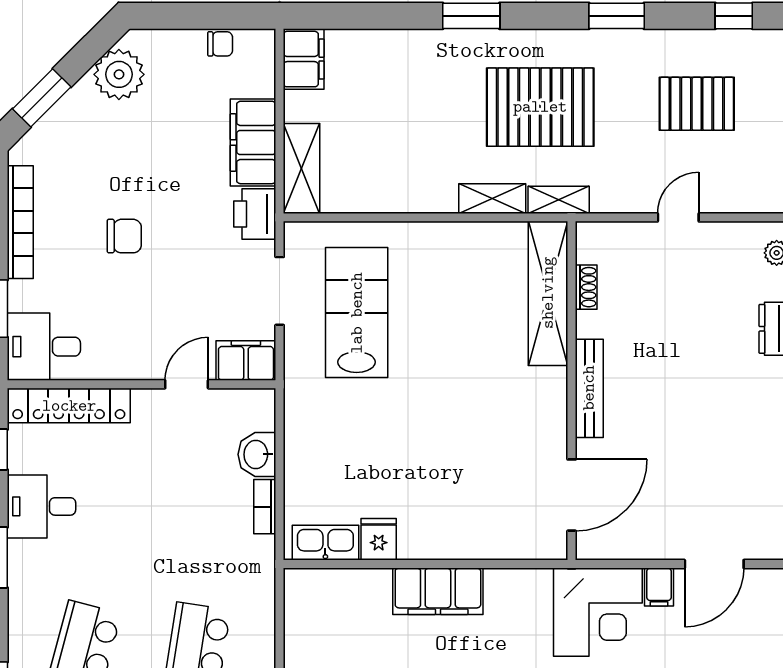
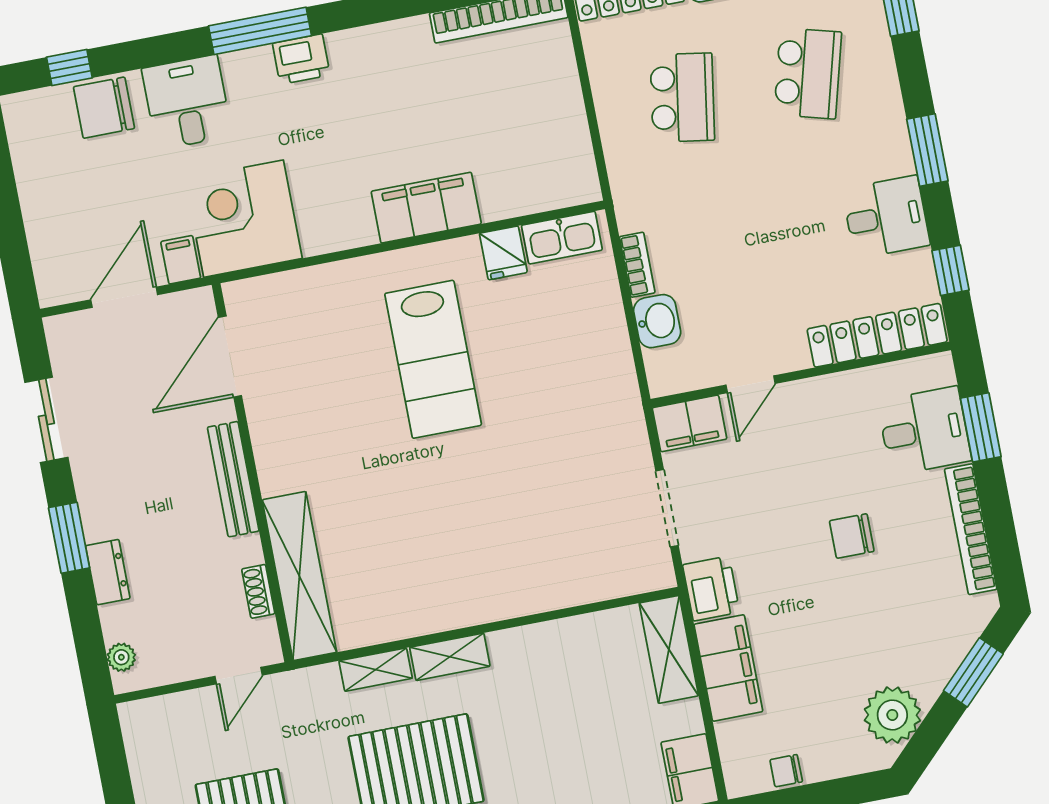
shoe rack: (586, 287) -> (258, 591), moved
shelving: (548, 293) -> (299, 576), moved
lab bench: (357, 313) -> (433, 359), moved
desk: (44, 347) -> (924, 431), moved
bench: (589, 388) -> (233, 479), moved
wall: (572, 391) -> (252, 473), moved
door: (572, 495) -> (230, 357), moved

